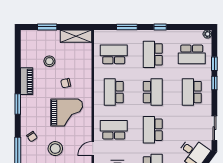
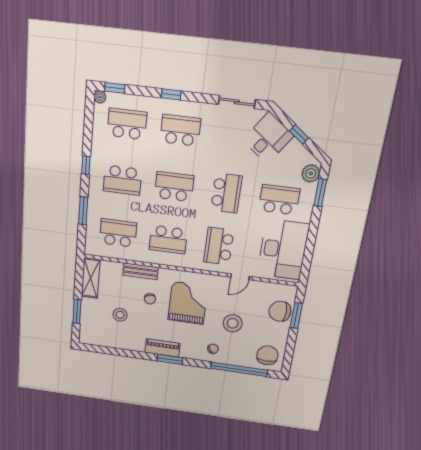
school desk: (114, 54) -> (118, 233), turned 90
school desk: (192, 54) -> (127, 124), turned -90
window: (214, 64) -> (115, 88), moved
bench: (87, 74) -> (141, 271), added
piano: (27, 81) -> (162, 348), moved
school desk: (192, 92) -> (180, 130), turned 180
school desk: (153, 130) -> (226, 193), turned -90
door: (93, 149) -> (240, 277), hinge flipped

